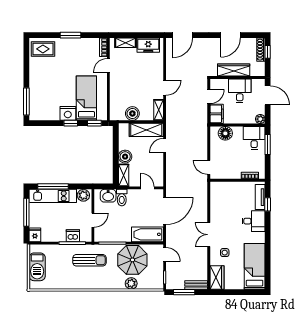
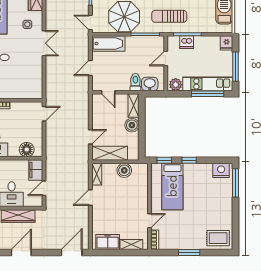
nightstand: (68, 113) -> (221, 170), moved
door: (209, 167) -> (44, 114), hinge flipped
door: (165, 211) -> (90, 68), width x0.53

